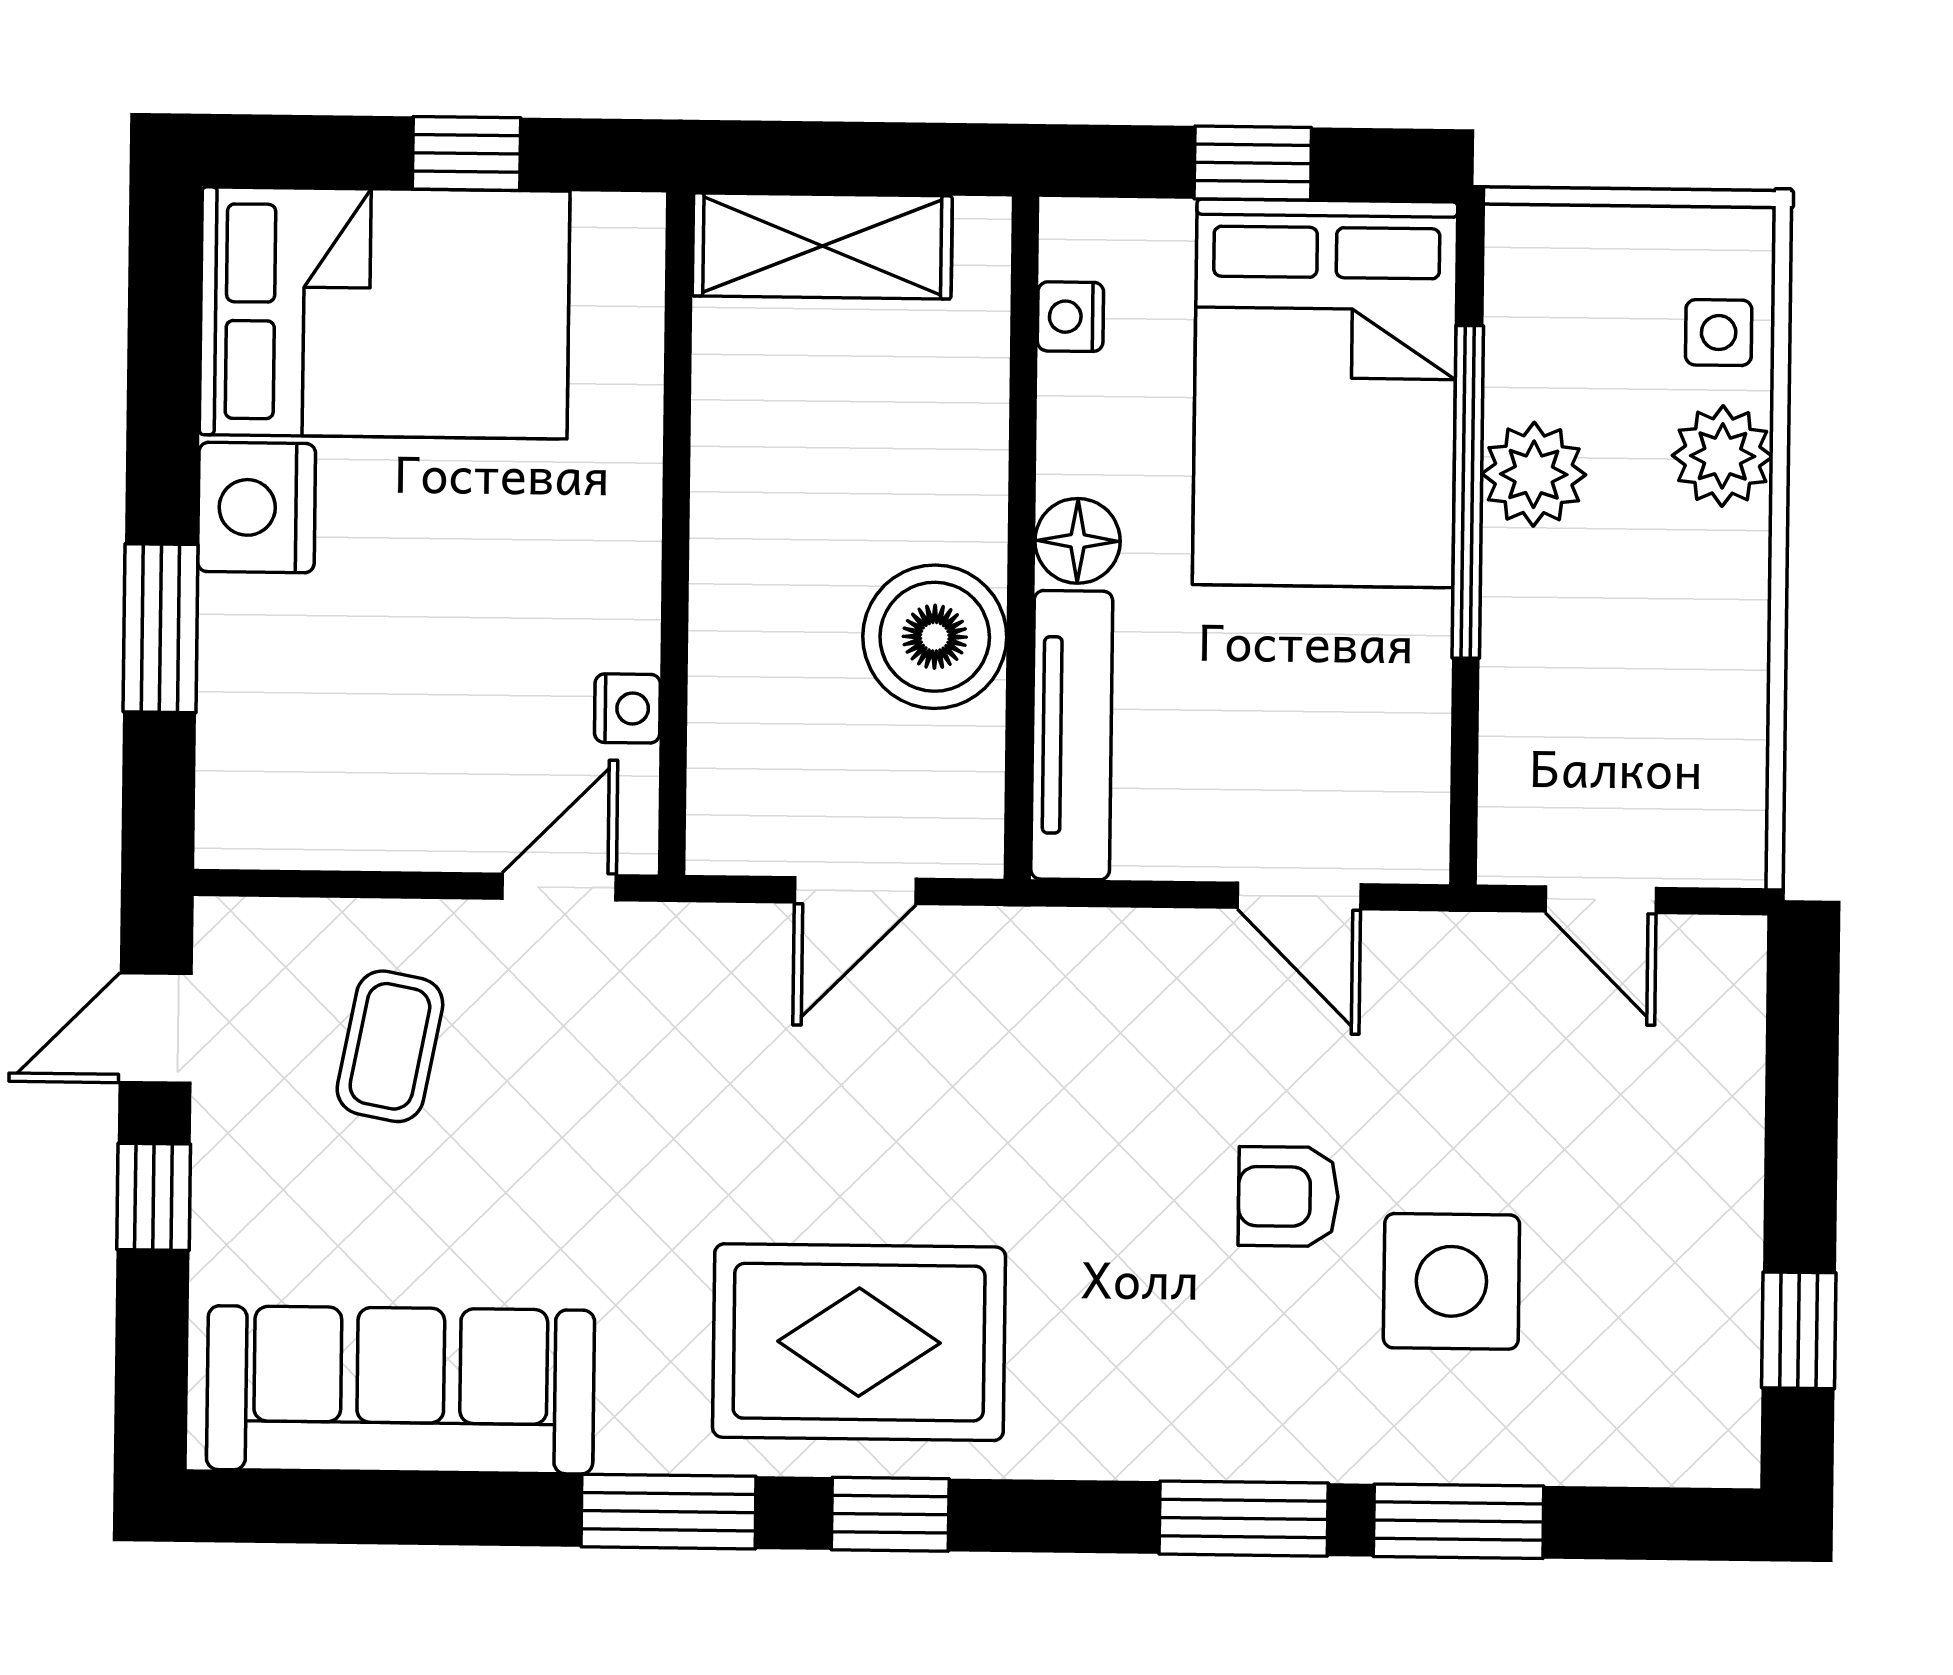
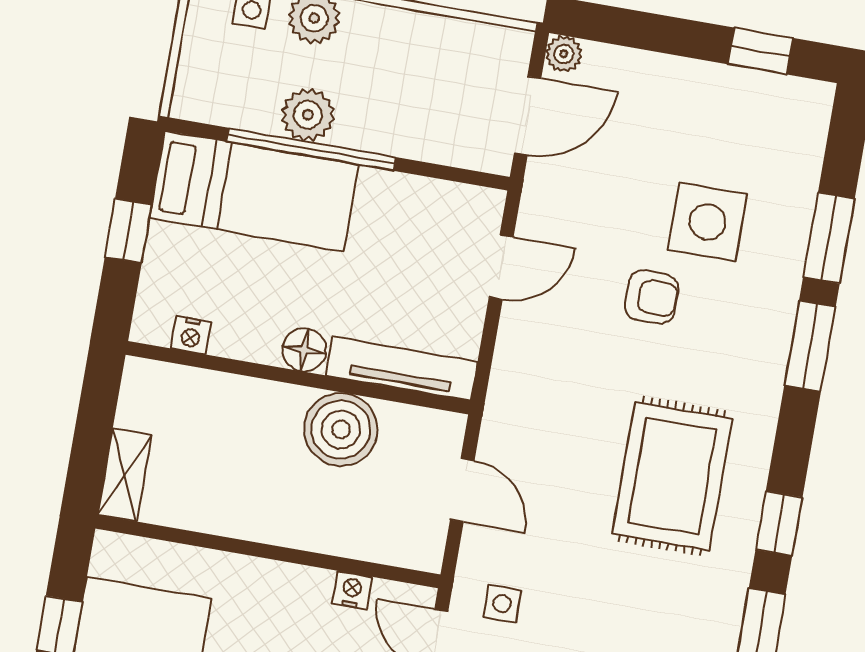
shelving: (822, 246) -> (125, 475), width x0.67, depth x0.75
bed: (1325, 393) -> (254, 191), width x0.67
door: (1601, 900) -> (528, 116), width x1.38
plant: (1731, 951) -> (564, 54), added
side table: (648, 1003) -> (502, 604), added
armchair: (1288, 1197) -> (652, 297), turned -90
rug: (859, 1342) -> (672, 476), moved

